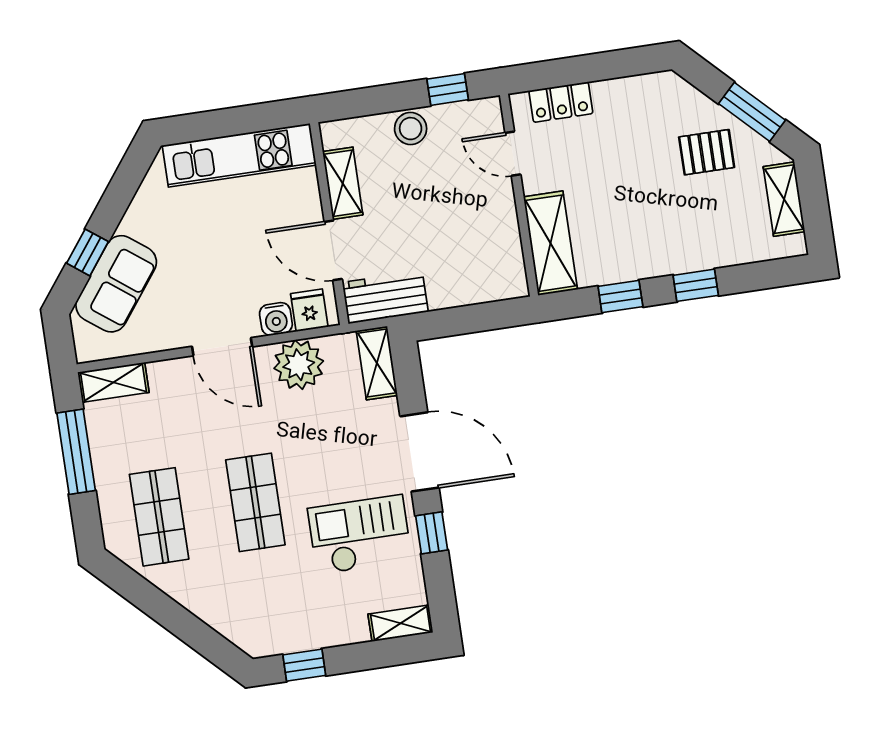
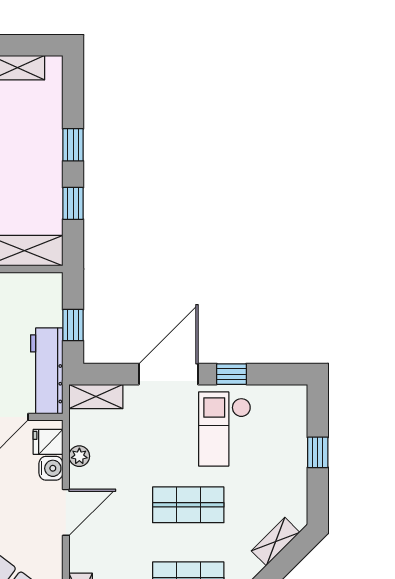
workbench: (385, 297) -> (47, 371), width x1.38
window: (464, 320) -> (73, 325), added
plant: (299, 365) -> (79, 456), width x0.53, depth x0.53
shelving: (401, 623) -> (276, 542), moved, turned 45
window: (304, 665) -> (318, 452), moved

